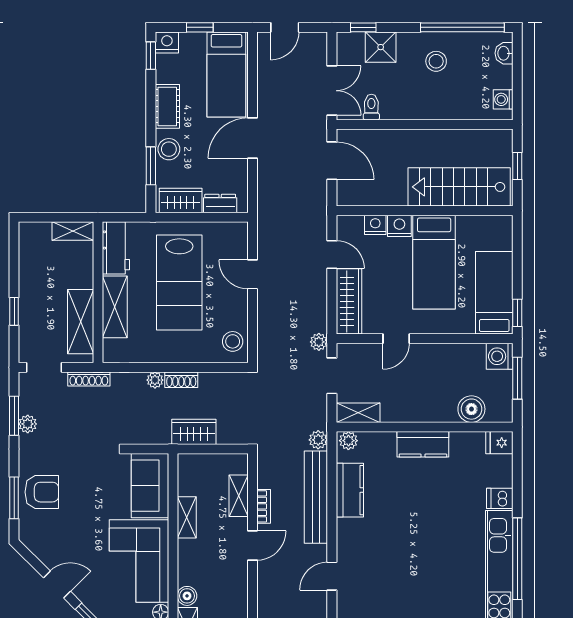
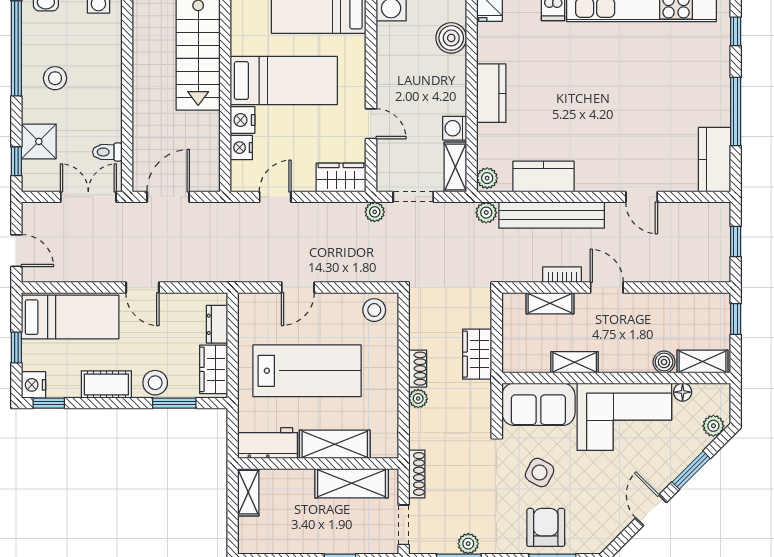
door: (252, 138) -> (142, 287), width x0.73
wardrobe: (349, 301) -> (341, 177), width x0.67
washing machine: (392, 412) -> (455, 128), added
side table: (90, 487) -> (540, 472), added

